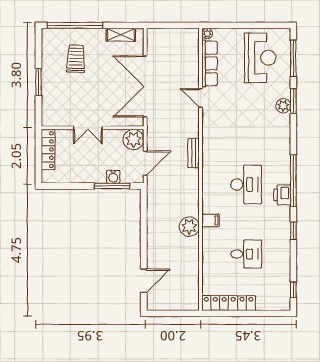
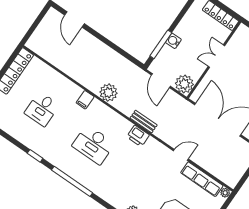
water cooler: (113, 177) -> (173, 41), moved
printer: (282, 195) -> (138, 136), moved, turned 180
plant: (189, 227) -> (108, 93), moved

